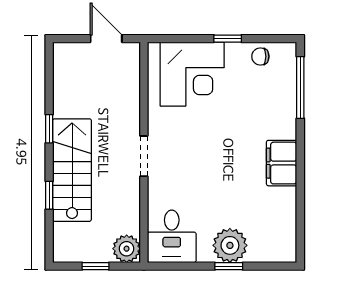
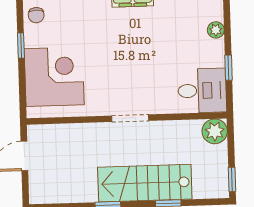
plant: (230, 245) -> (216, 30), width x0.53, depth x0.53
window: (95, 266) -> (232, 179), moved
window: (229, 266) -> (228, 68), moved

